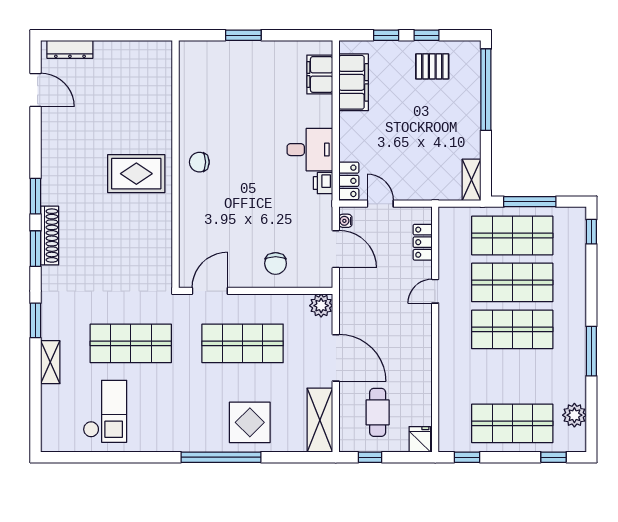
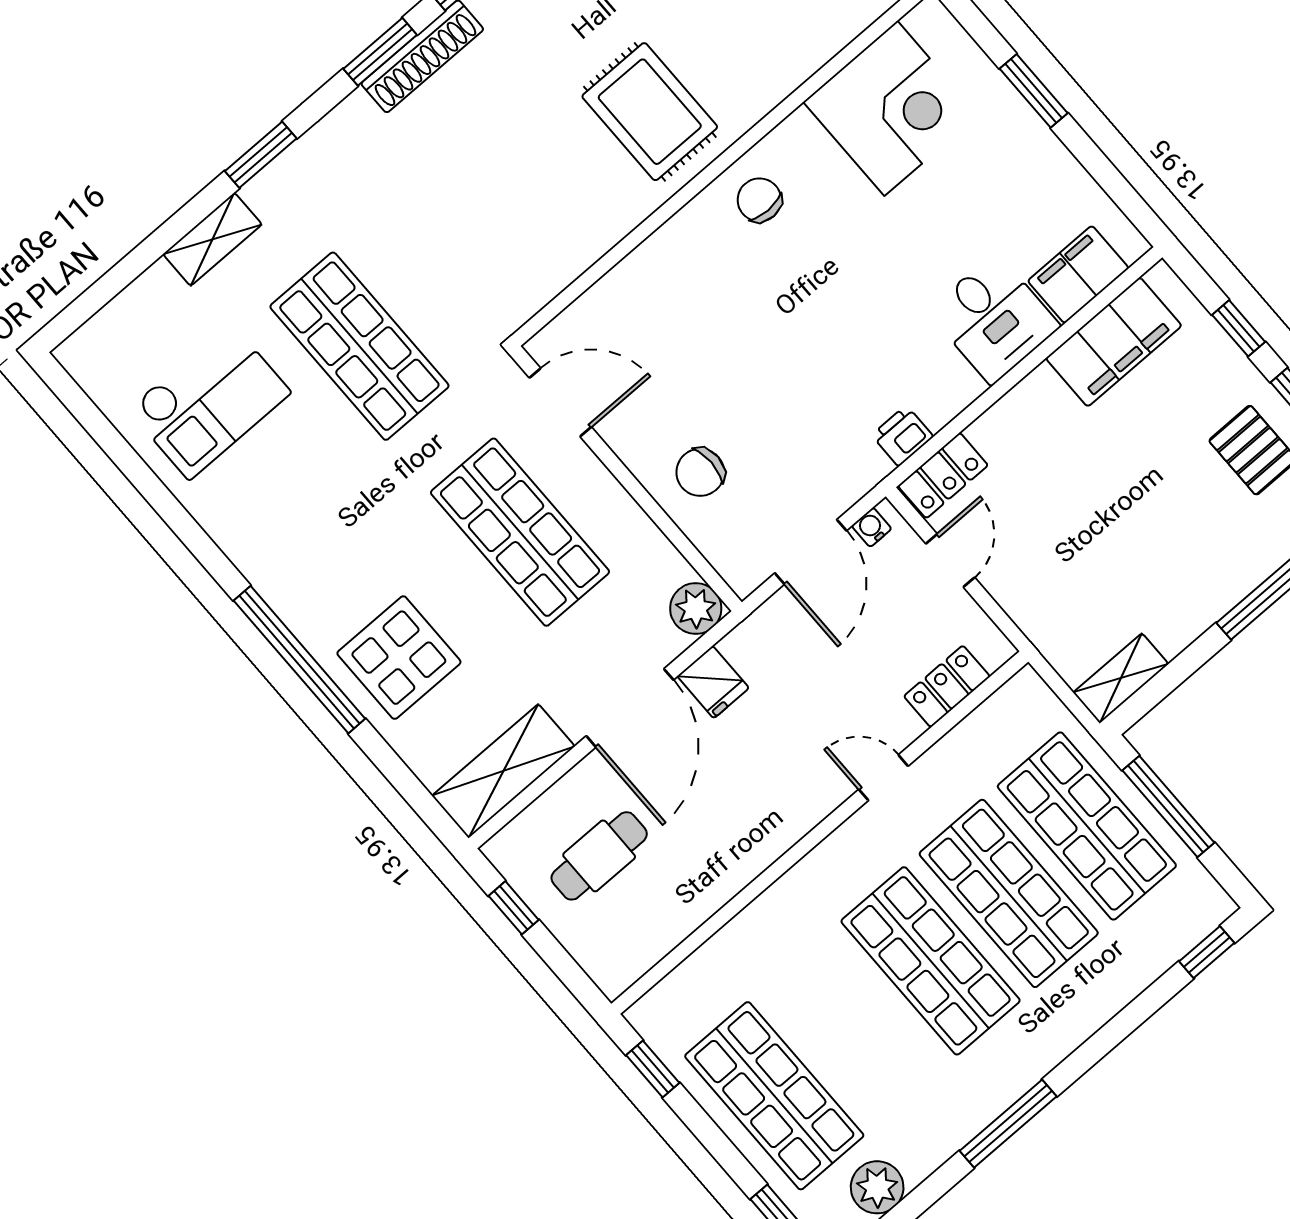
corner desk: (207, 90) -> (891, 108), added
desk: (310, 150) -> (994, 319), moved
fridge: (420, 439) -> (713, 682), moved, turned 90

